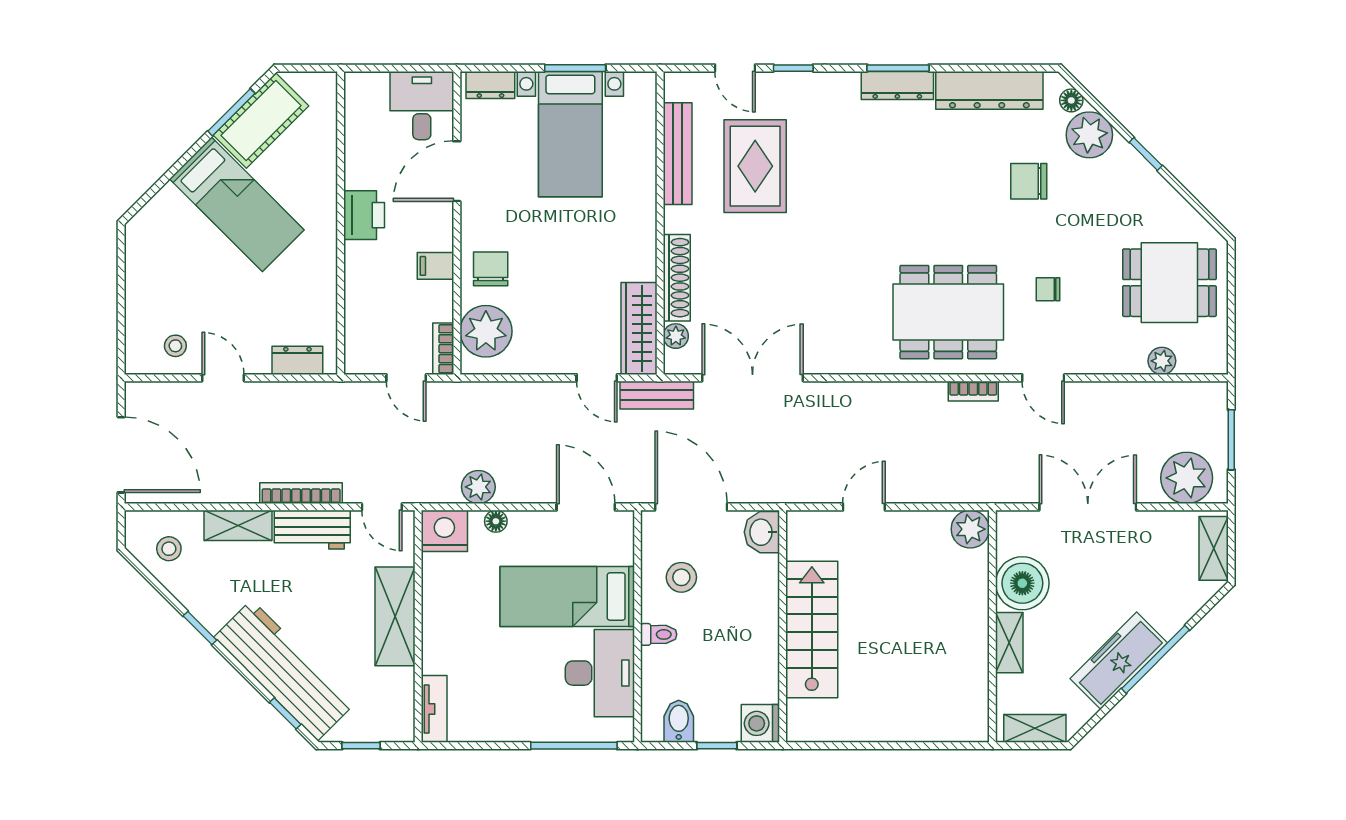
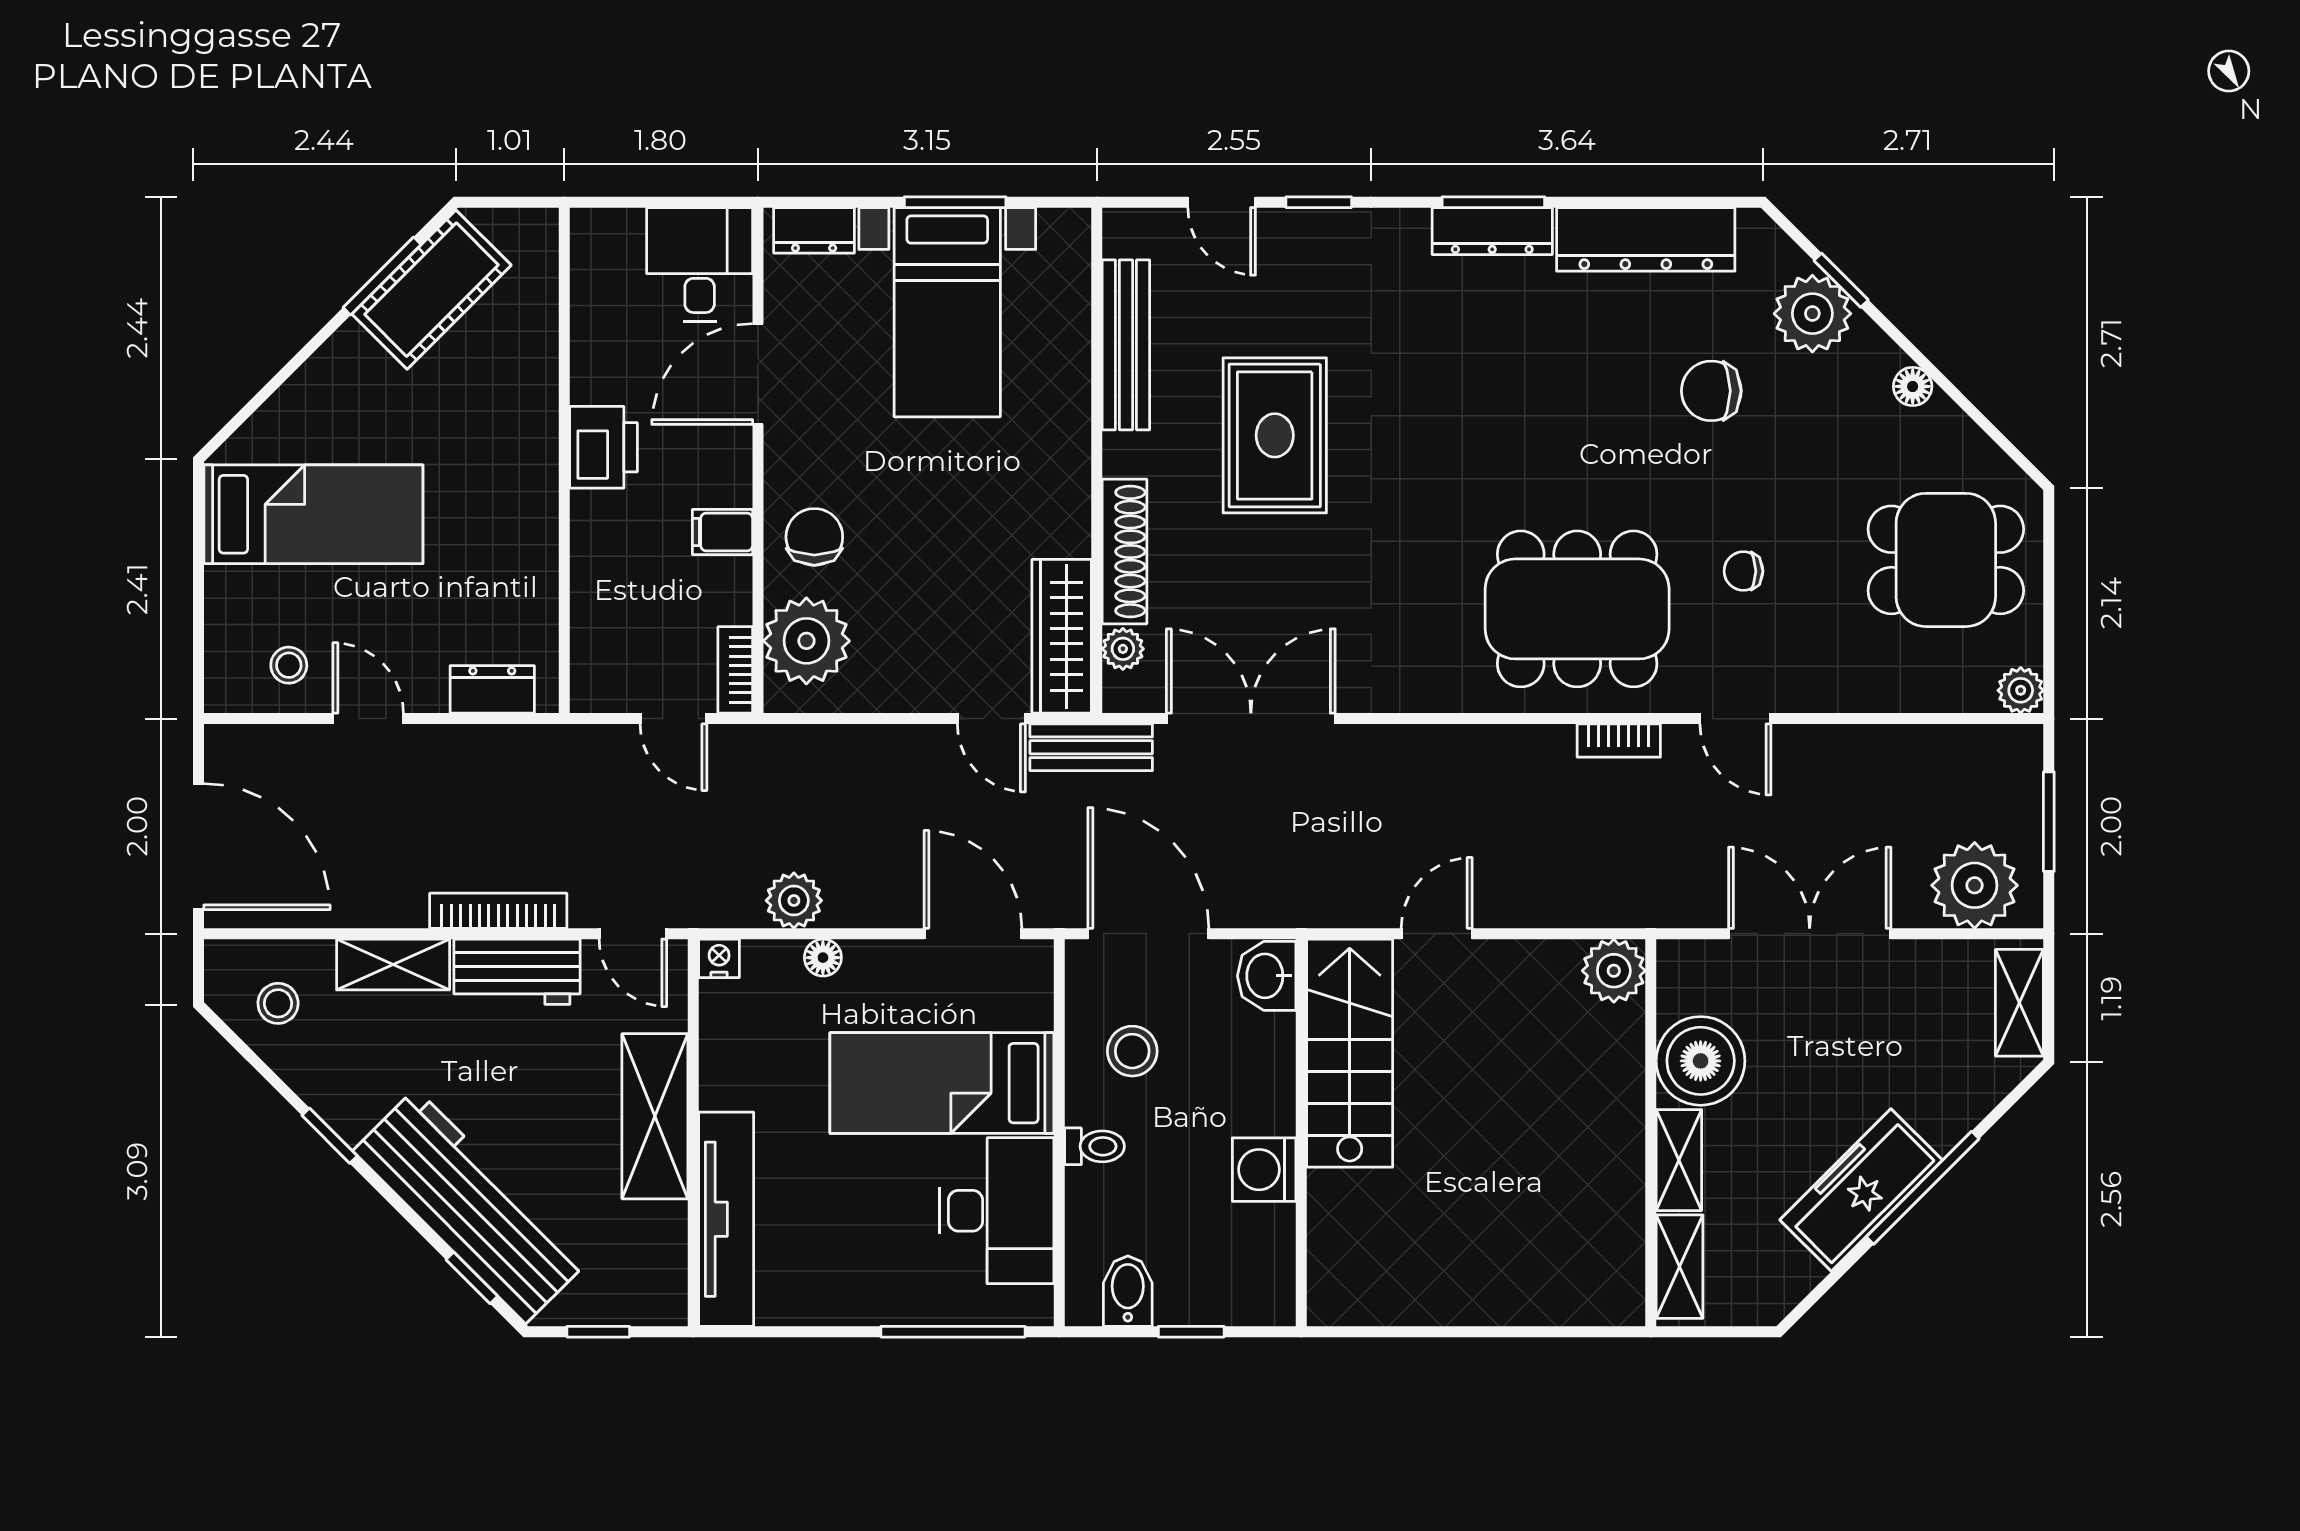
floor lamp: (1071, 100) -> (1913, 386), moved
window: (1146, 154) -> (1841, 280), moved
rug: (755, 166) -> (1275, 435), moved
bed: (237, 204) -> (313, 514), moved, turned -45
plant: (1162, 361) -> (2021, 690), moved
nightstand: (444, 531) -> (719, 958), width x0.53, depth x0.56
stairs: (812, 630) -> (1350, 1053), moved
tv unit: (434, 709) -> (726, 1219), width x1.92, depth x1.29
washing machine: (760, 723) -> (1264, 1170), moved
shelving: (1035, 728) -> (1680, 1267), moved, turned 90

